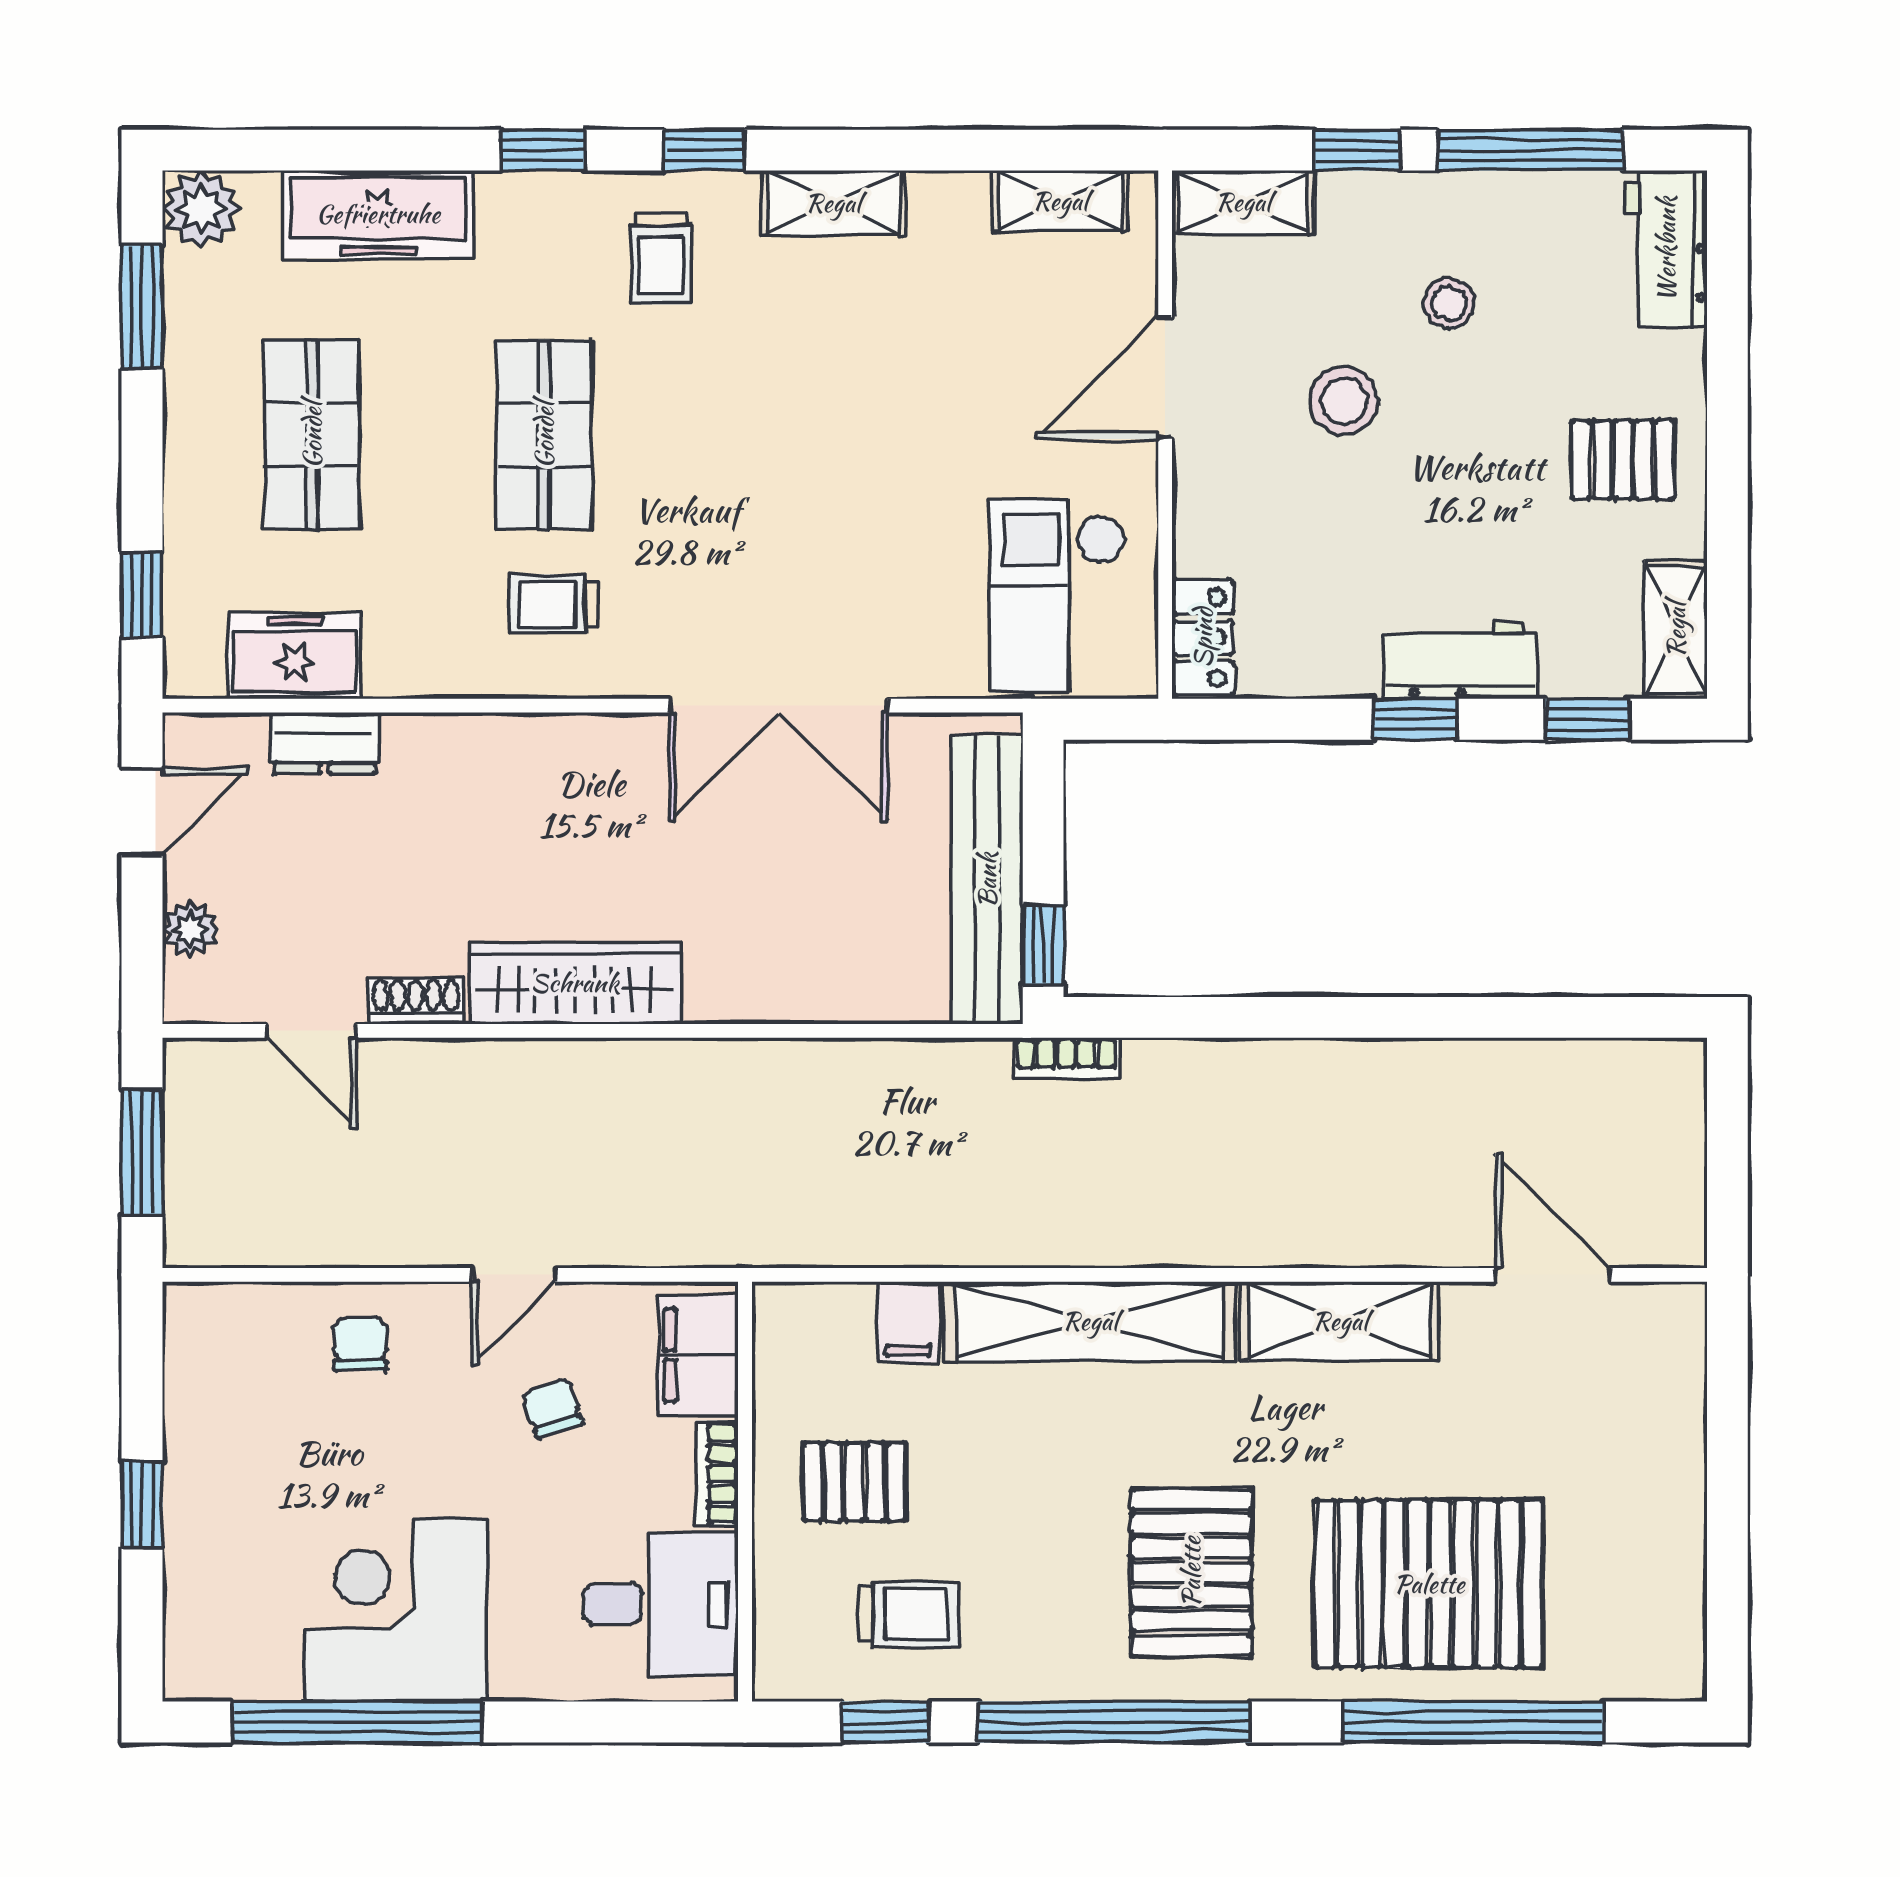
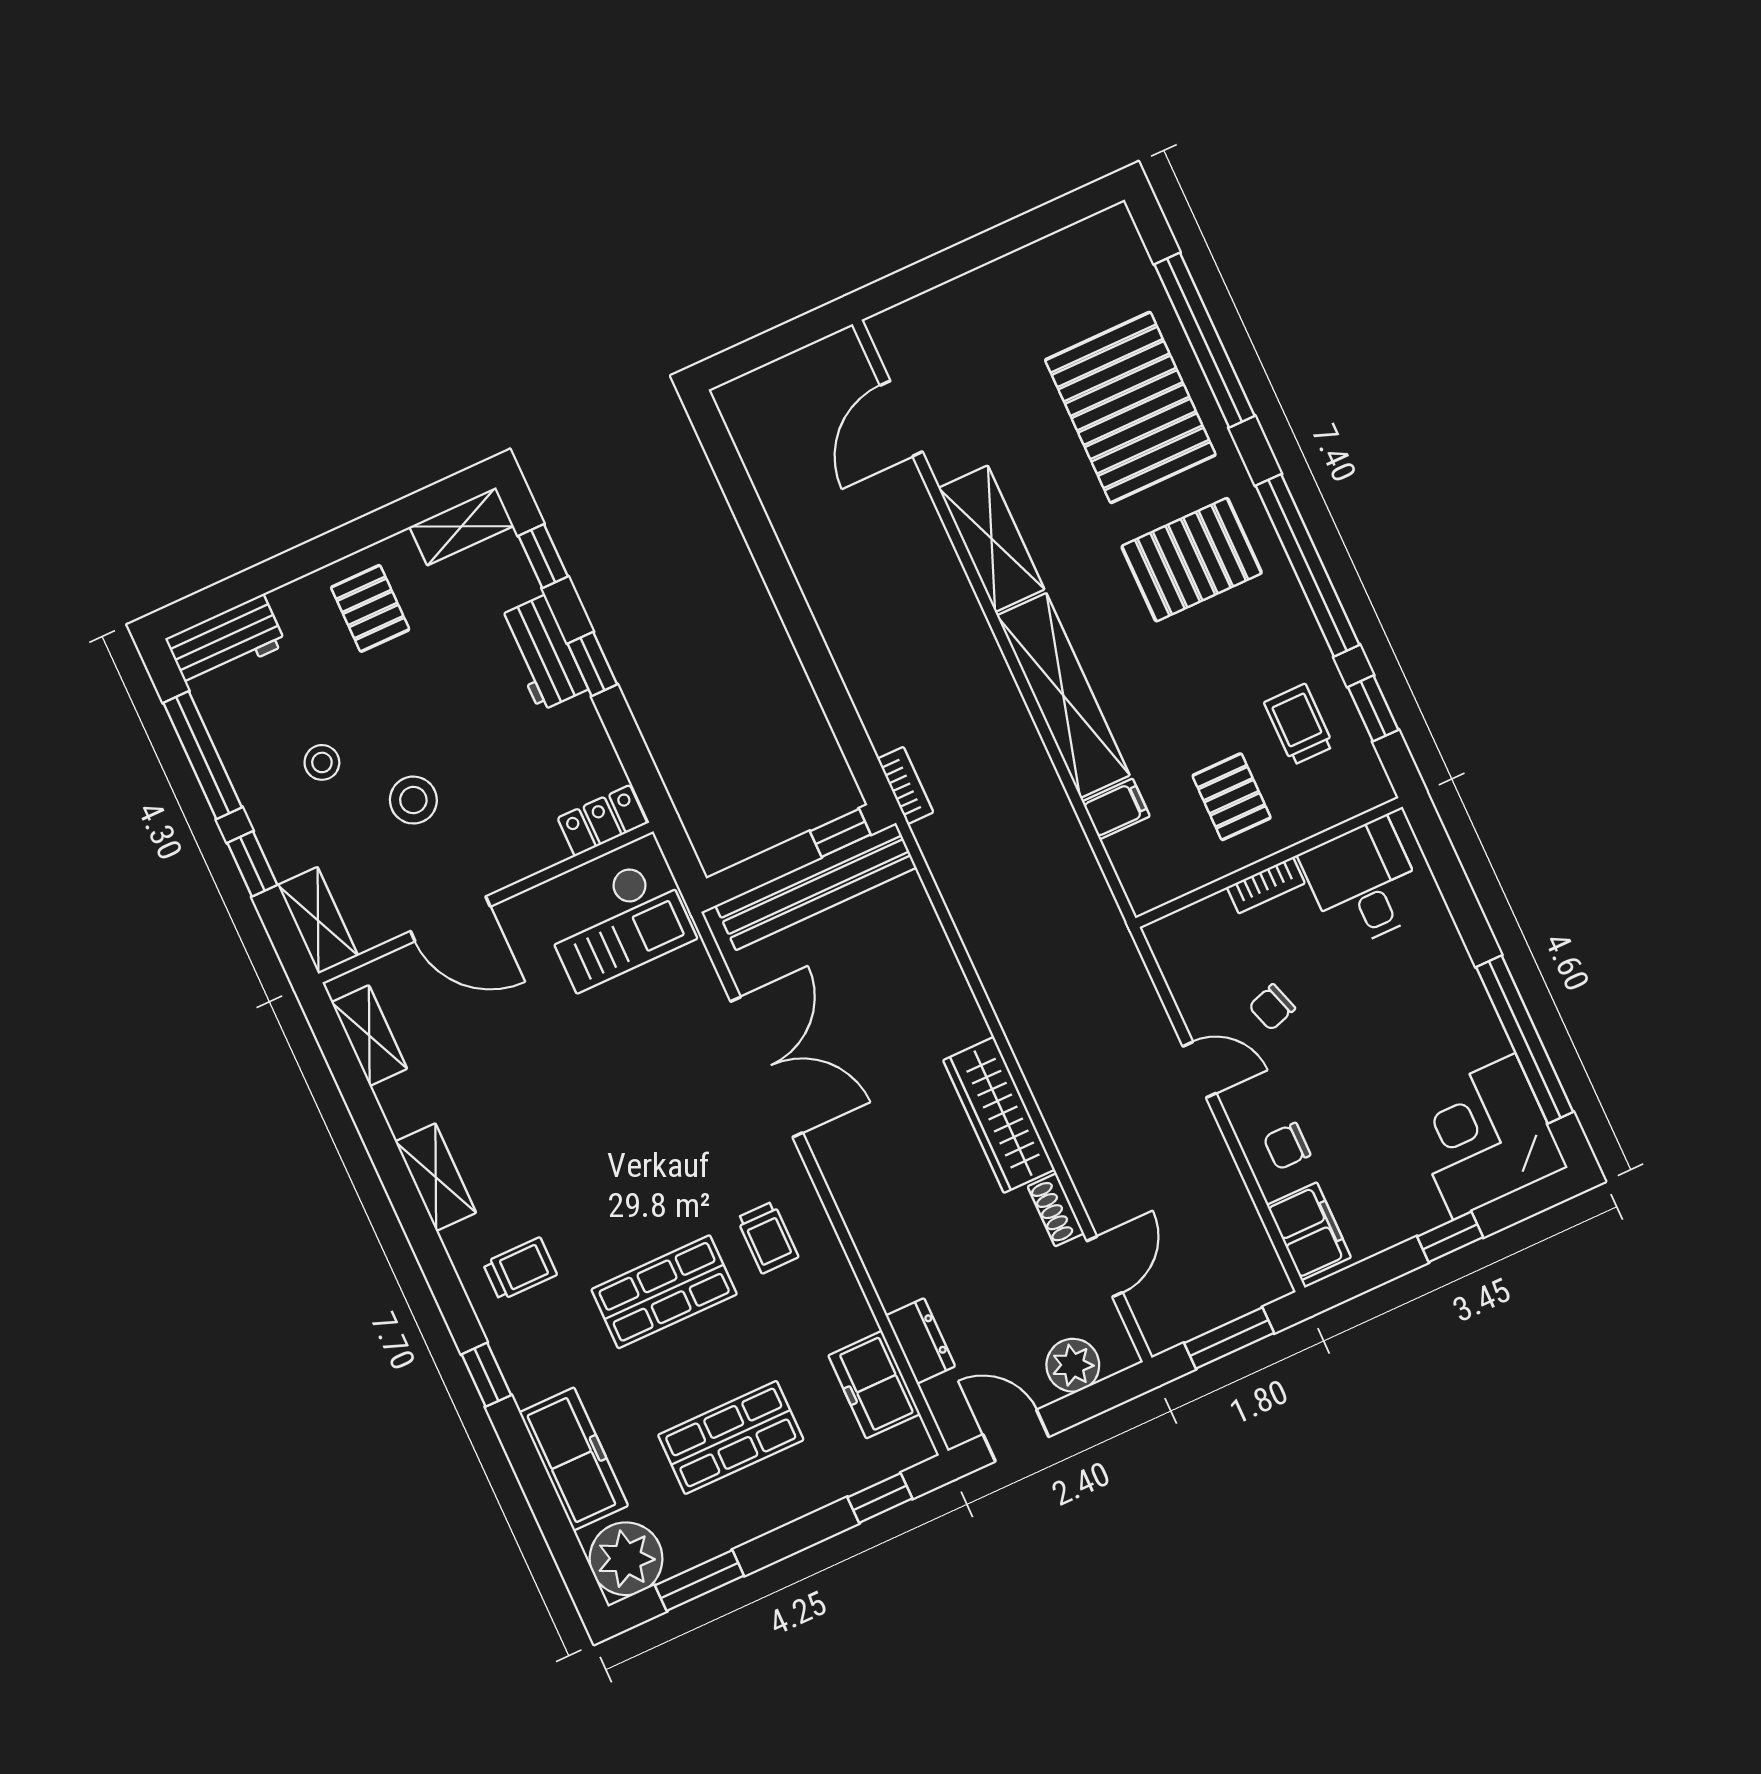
window: (704, 150) -> (440, 1273), removed
plant: (201, 209) -> (626, 1559), width x1.36, depth x1.36
plant: (190, 929) -> (1073, 1365), width x1.38, depth x1.38
filing cabinet: (698, 1355) -> (1309, 1231), moved, turned -90
corner desk: (395, 1610) -> (1484, 1136), moved, turned 90

